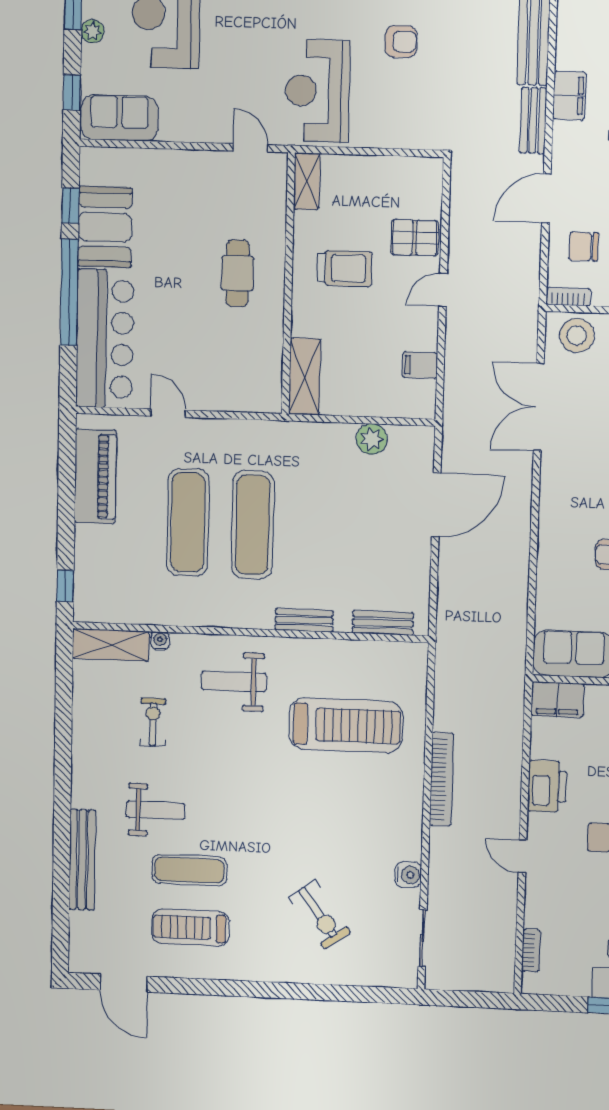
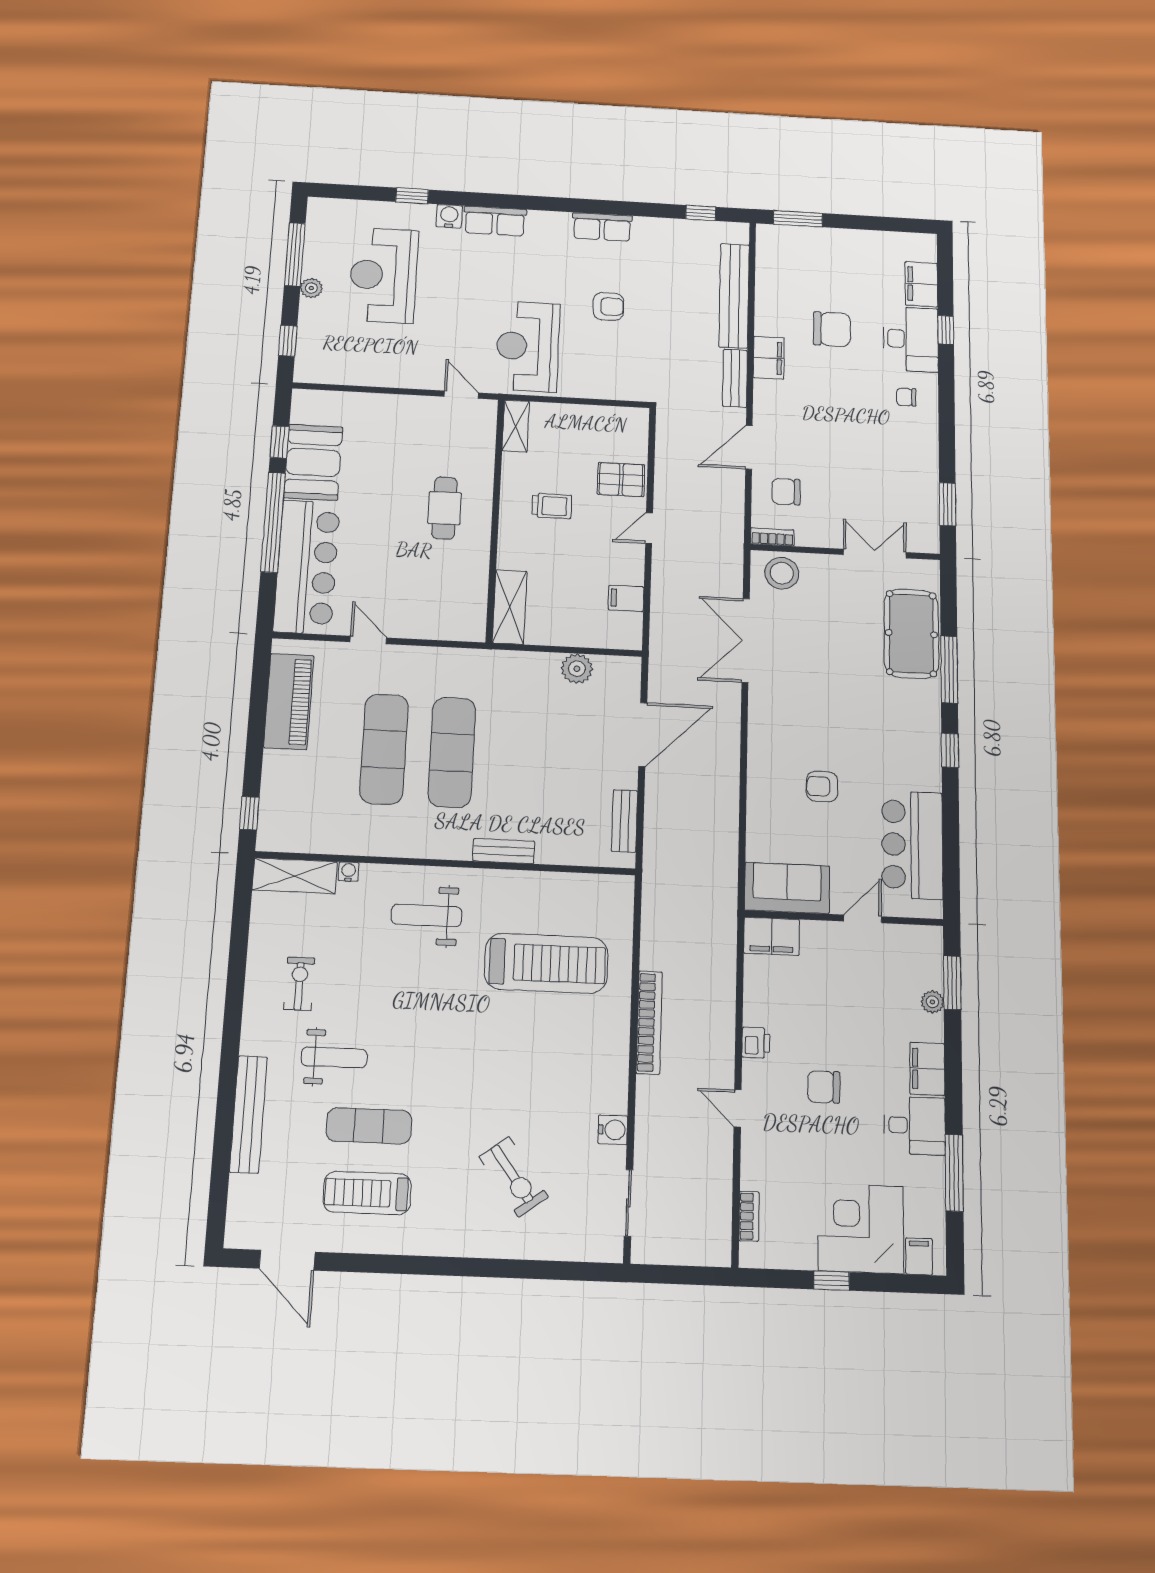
sofa: (120, 118) -> (333, 364), removed
trolley: (345, 268) -> (552, 506), width x0.73, depth x0.72
bench: (383, 623) -> (625, 821), moved, turned 90
exercise bike: (153, 722) -> (299, 984), moved
printer: (547, 786) -> (756, 1043), width x0.53, depth x0.68

